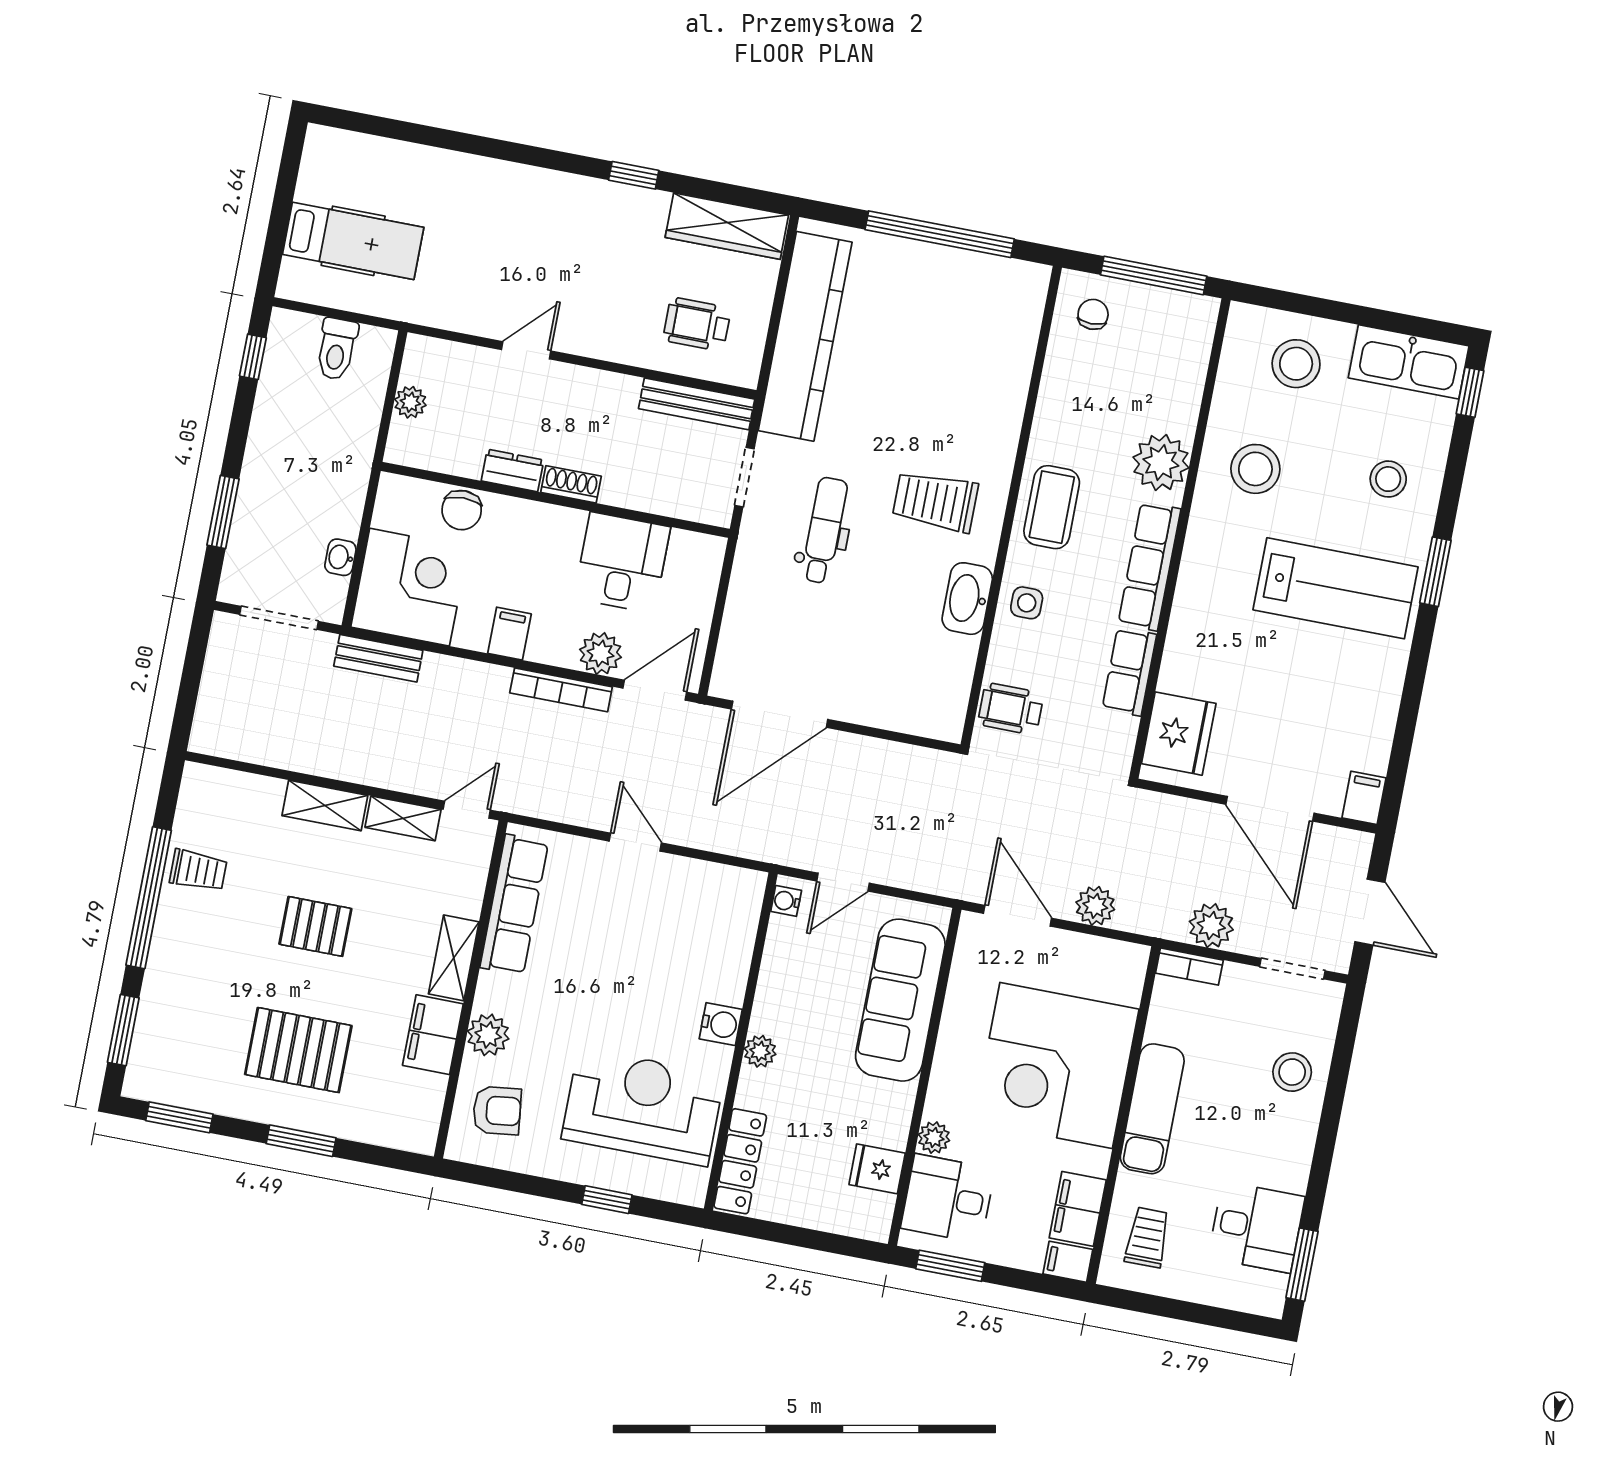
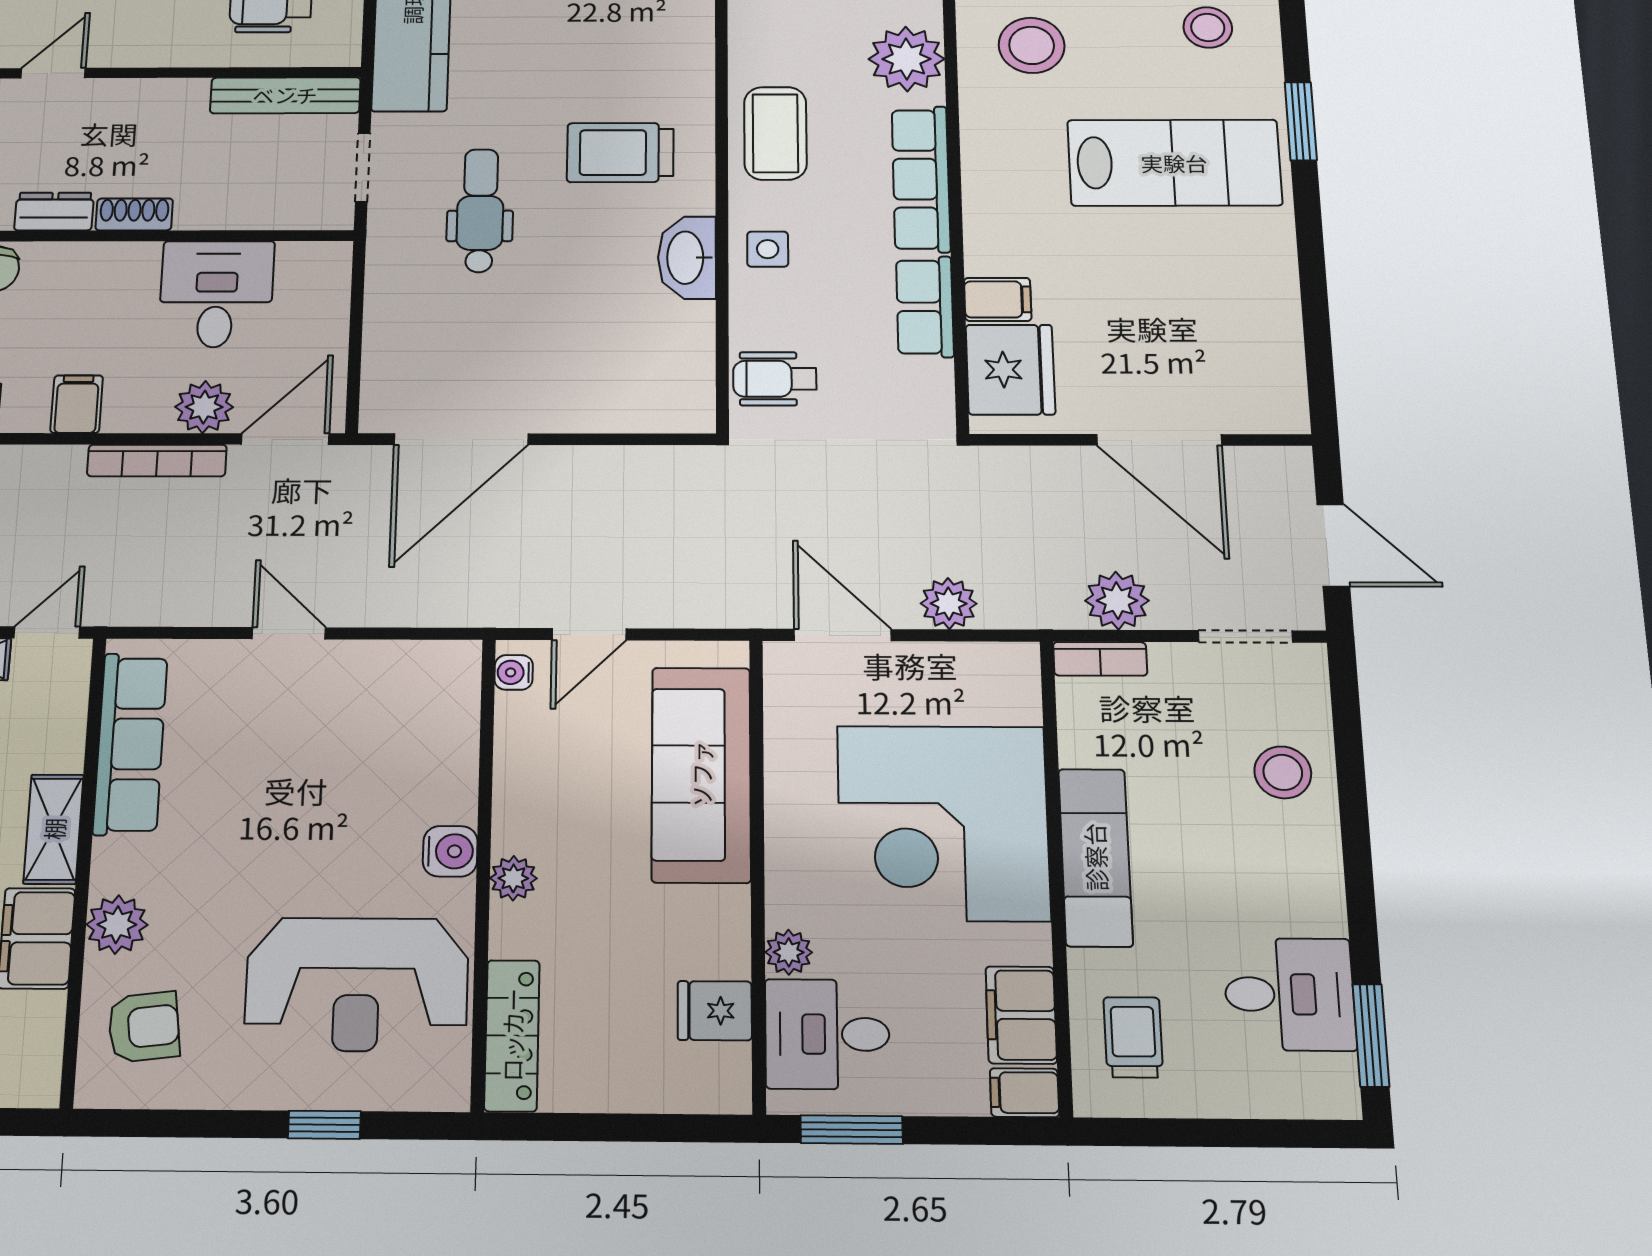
filing cabinet: (1364, 798) -> (998, 299), moved, turned 90
reception desk: (643, 1107) -> (357, 984), turned 180

